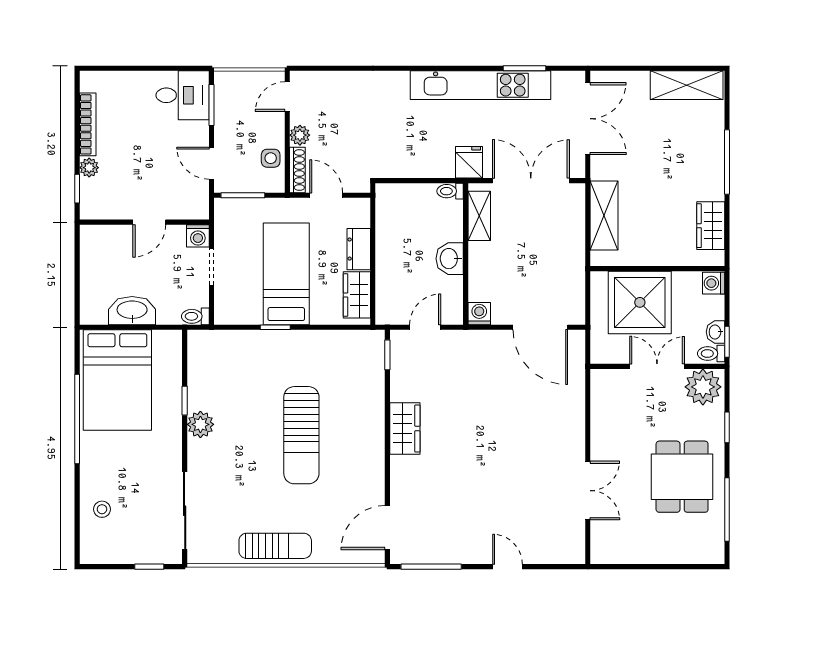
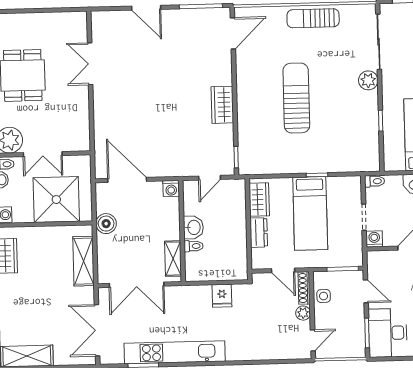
desk: (183, 95) -> (388, 333), width x1.37
fridge: (469, 162) -> (222, 296), moved
toilet: (450, 191) -> (194, 246), moved
boiler: (571, 267) -> (106, 224), added
plant: (200, 424) -> (368, 80), moved
door: (507, 567) -> (146, 8), width x1.38

